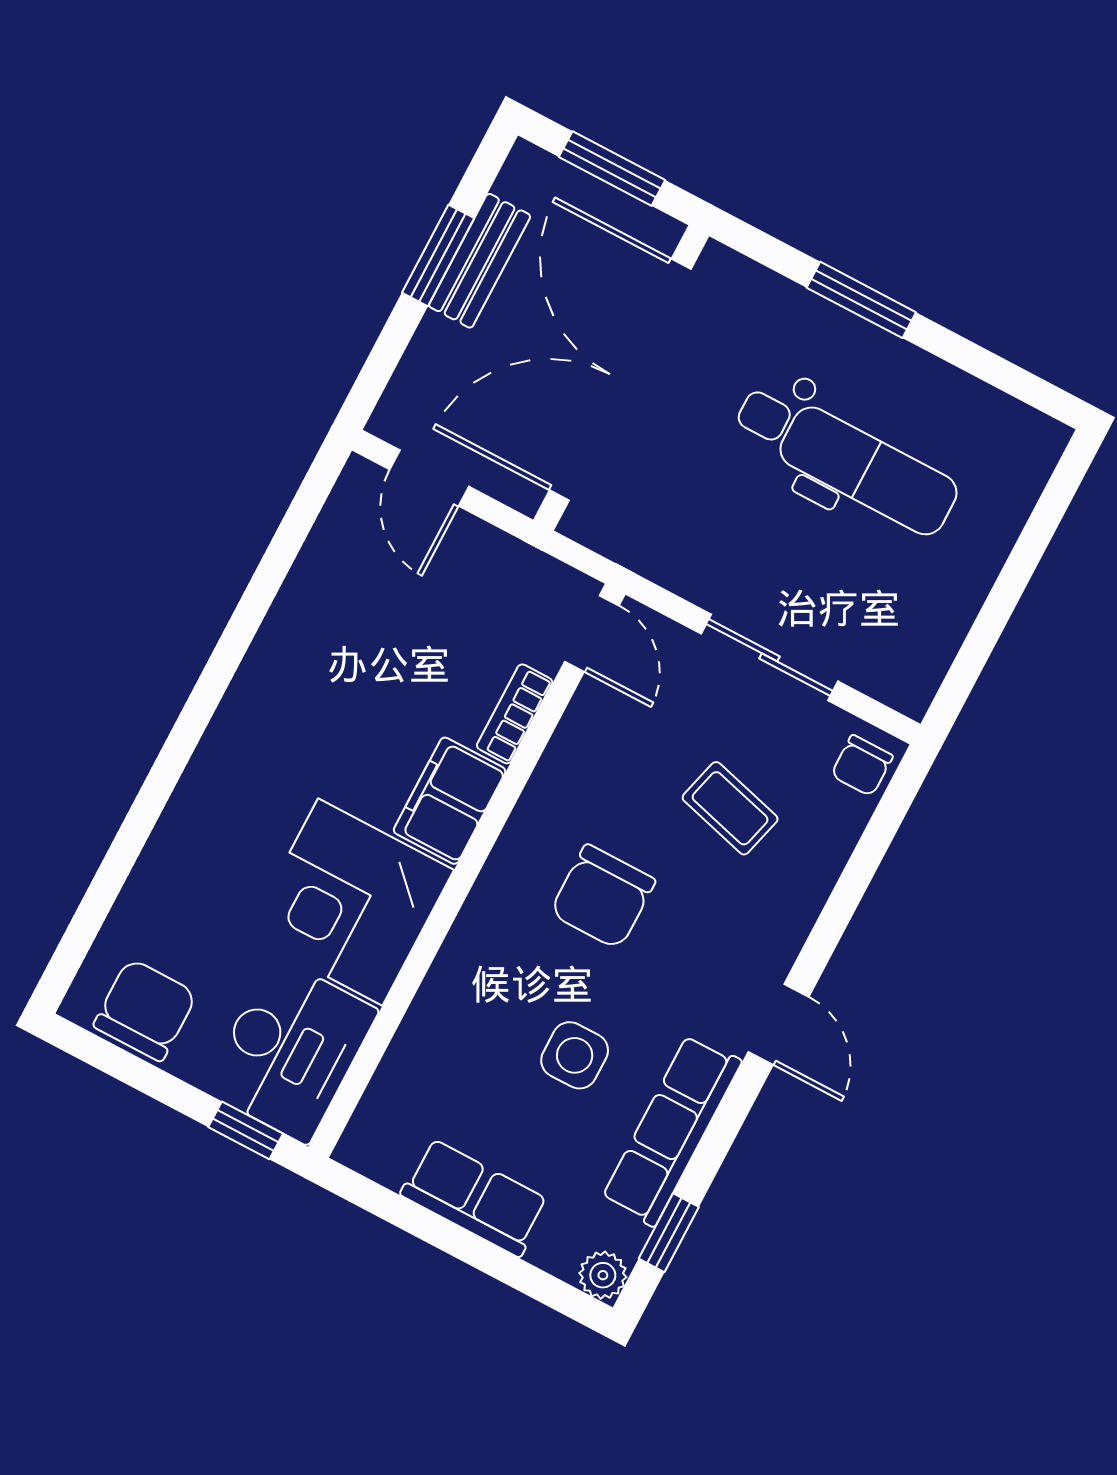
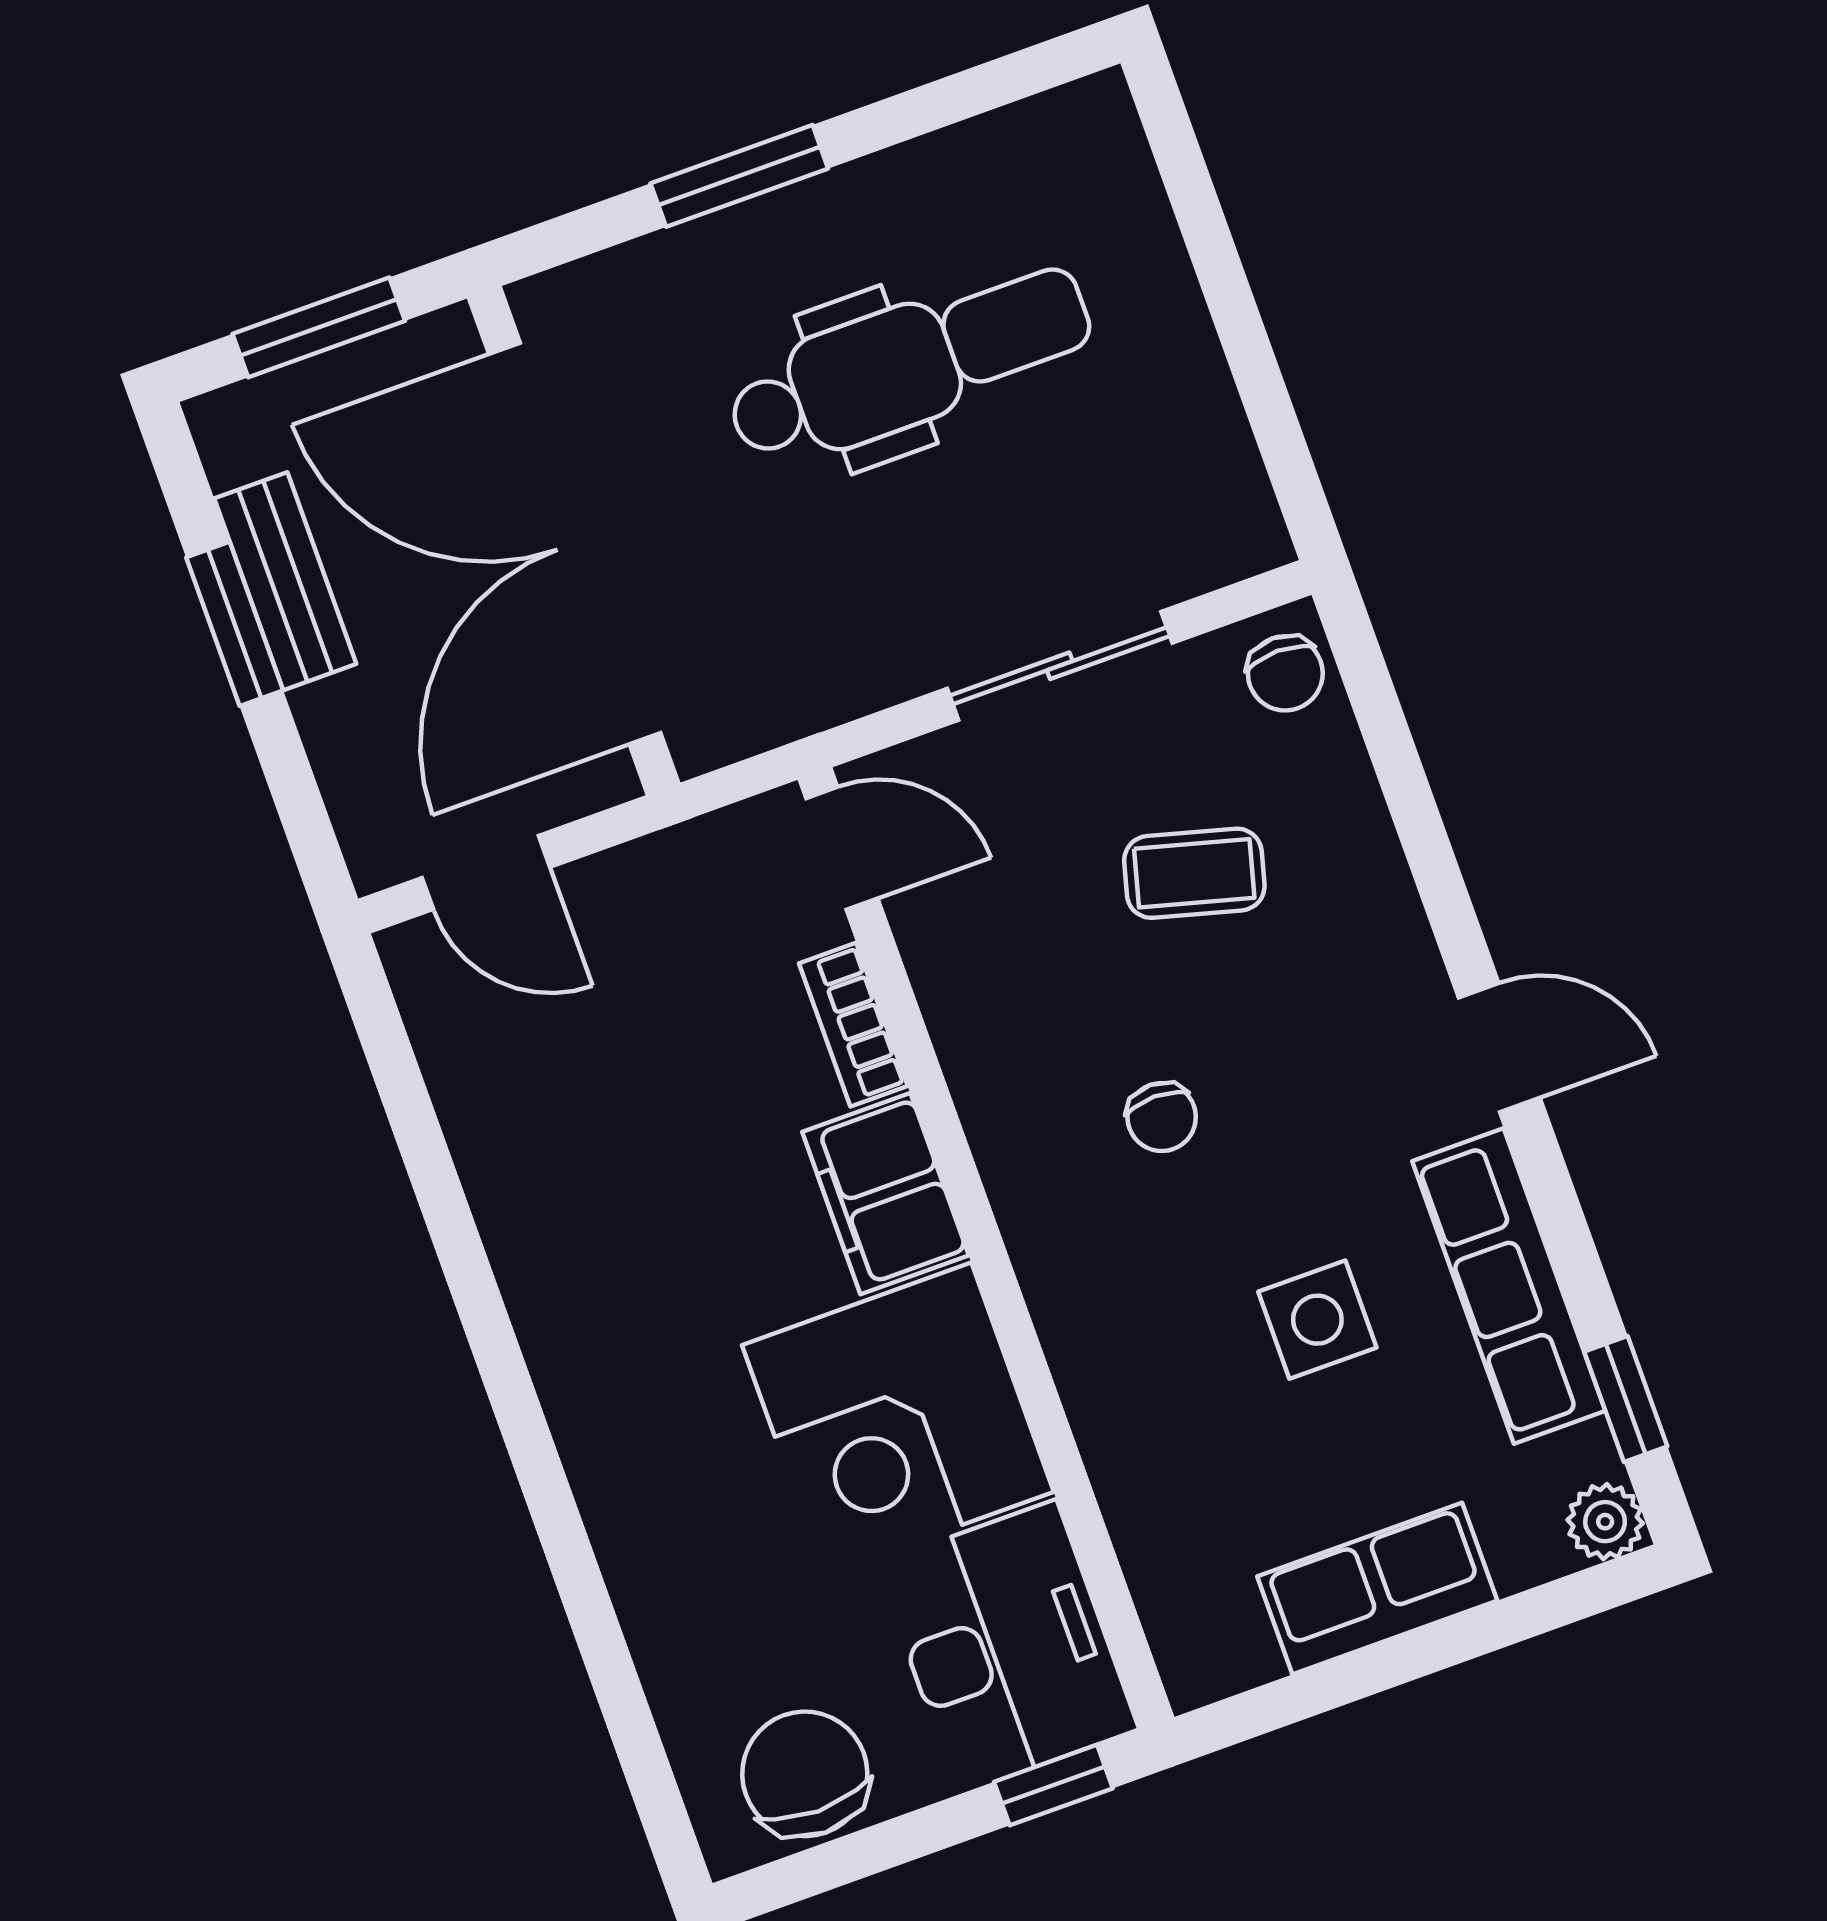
chair: (603, 897) -> (1162, 1117), width x0.54, depth x0.54

